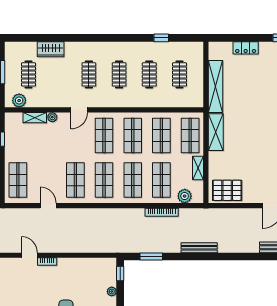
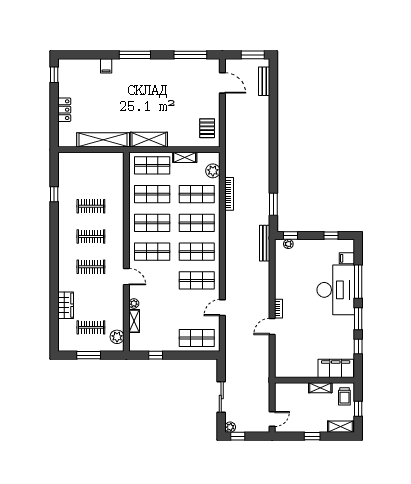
clothes rail: (180, 74) -> (91, 176), removed
pallet: (227, 190) -> (207, 128), width x0.67, depth x0.71
bench: (199, 248) -> (265, 243), moved
plant: (112, 291) -> (288, 244), moved

